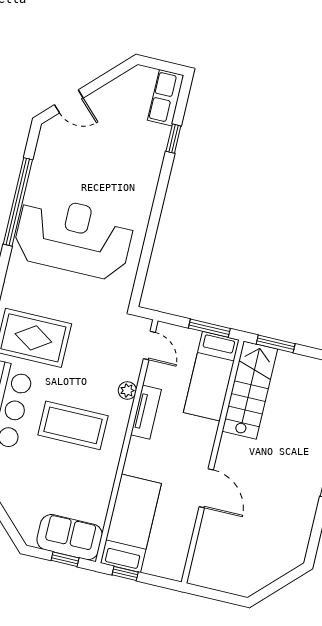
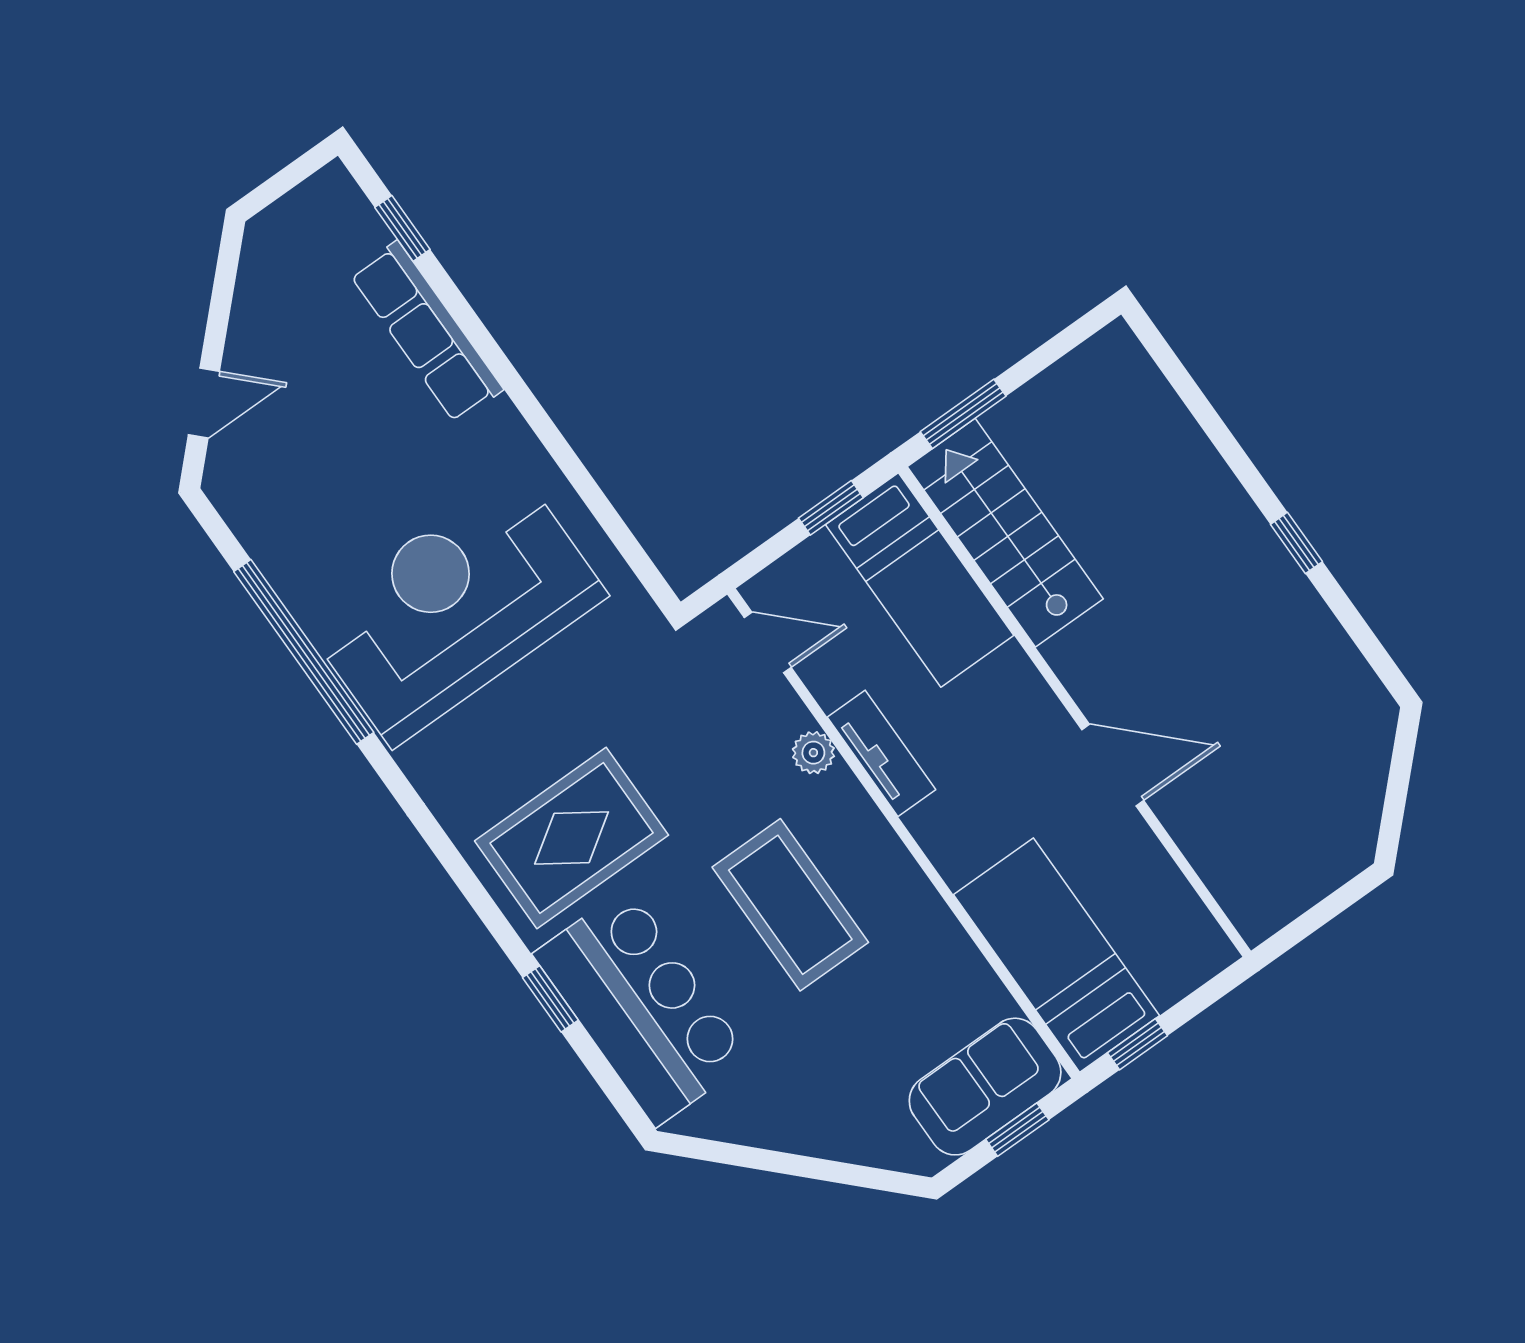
row of seats: (166, 98) -> (427, 332), moved, width x1.48
window: (173, 139) -> (402, 228), moved
window: (209, 328) -> (831, 508), width x0.67
coffee table: (73, 425) -> (790, 905), turned 90

